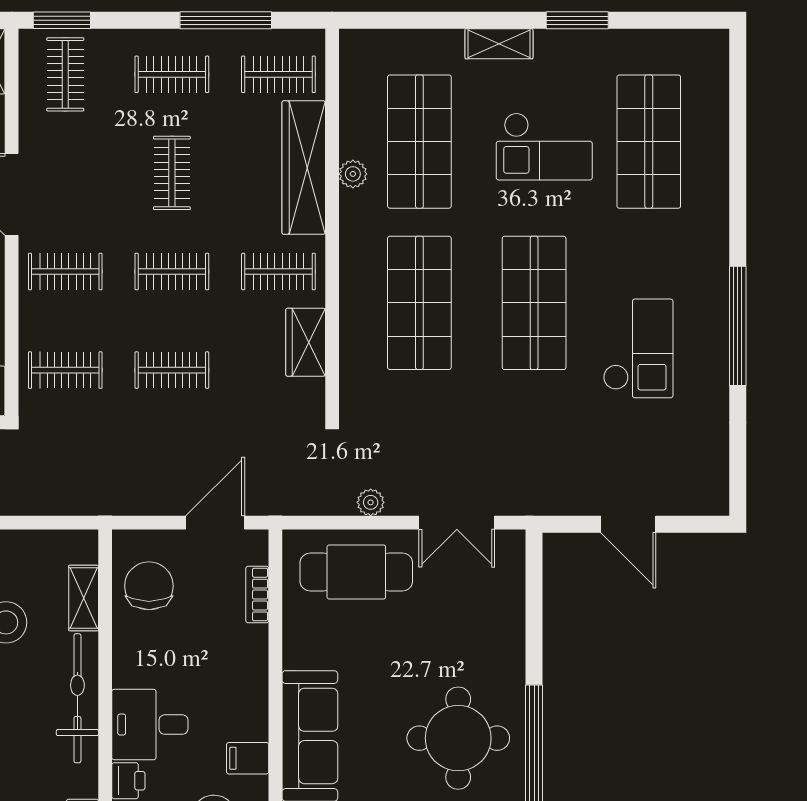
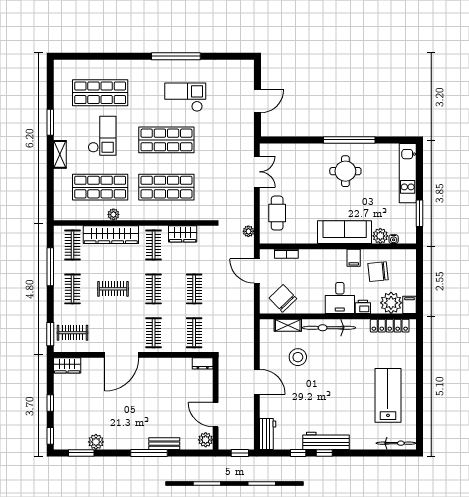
plant: (371, 502) -> (248, 231), moved
cafe table: (356, 572) -> (277, 213), width x0.73, depth x0.74
chair: (149, 586) -> (283, 298), turned 46
round table: (458, 738) -> (345, 171), width x0.73, depth x0.73

